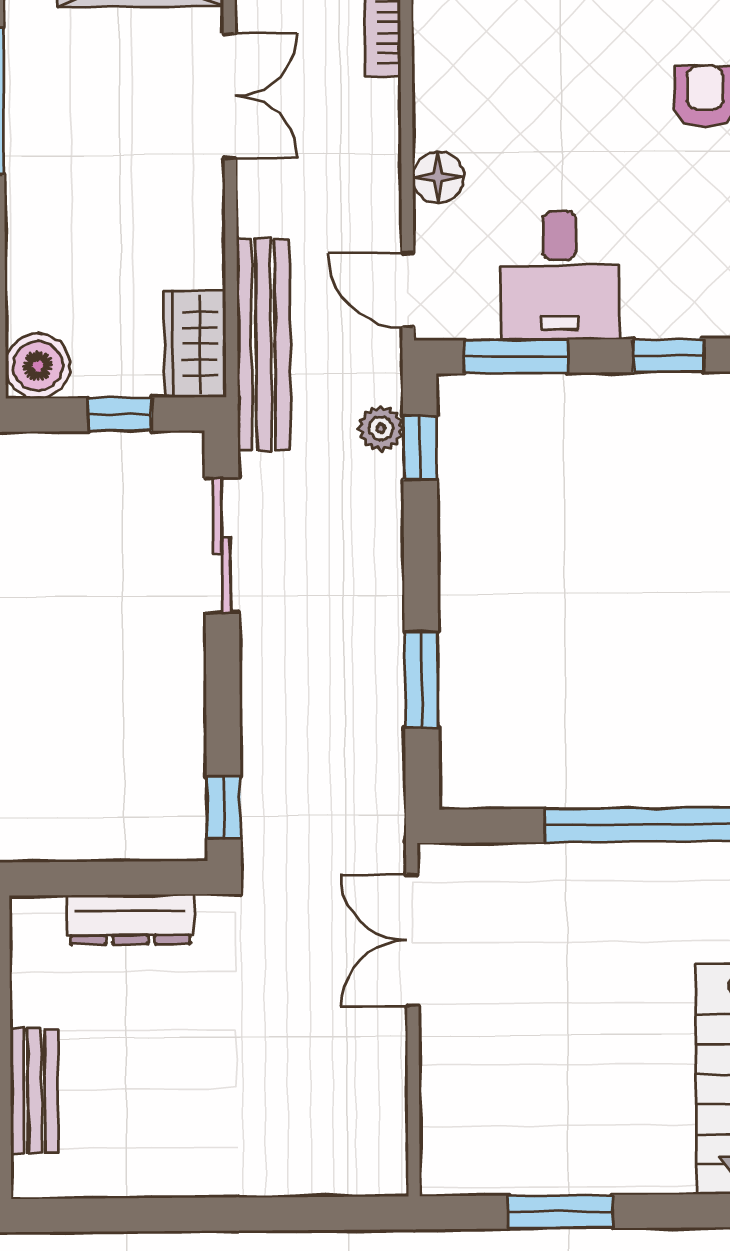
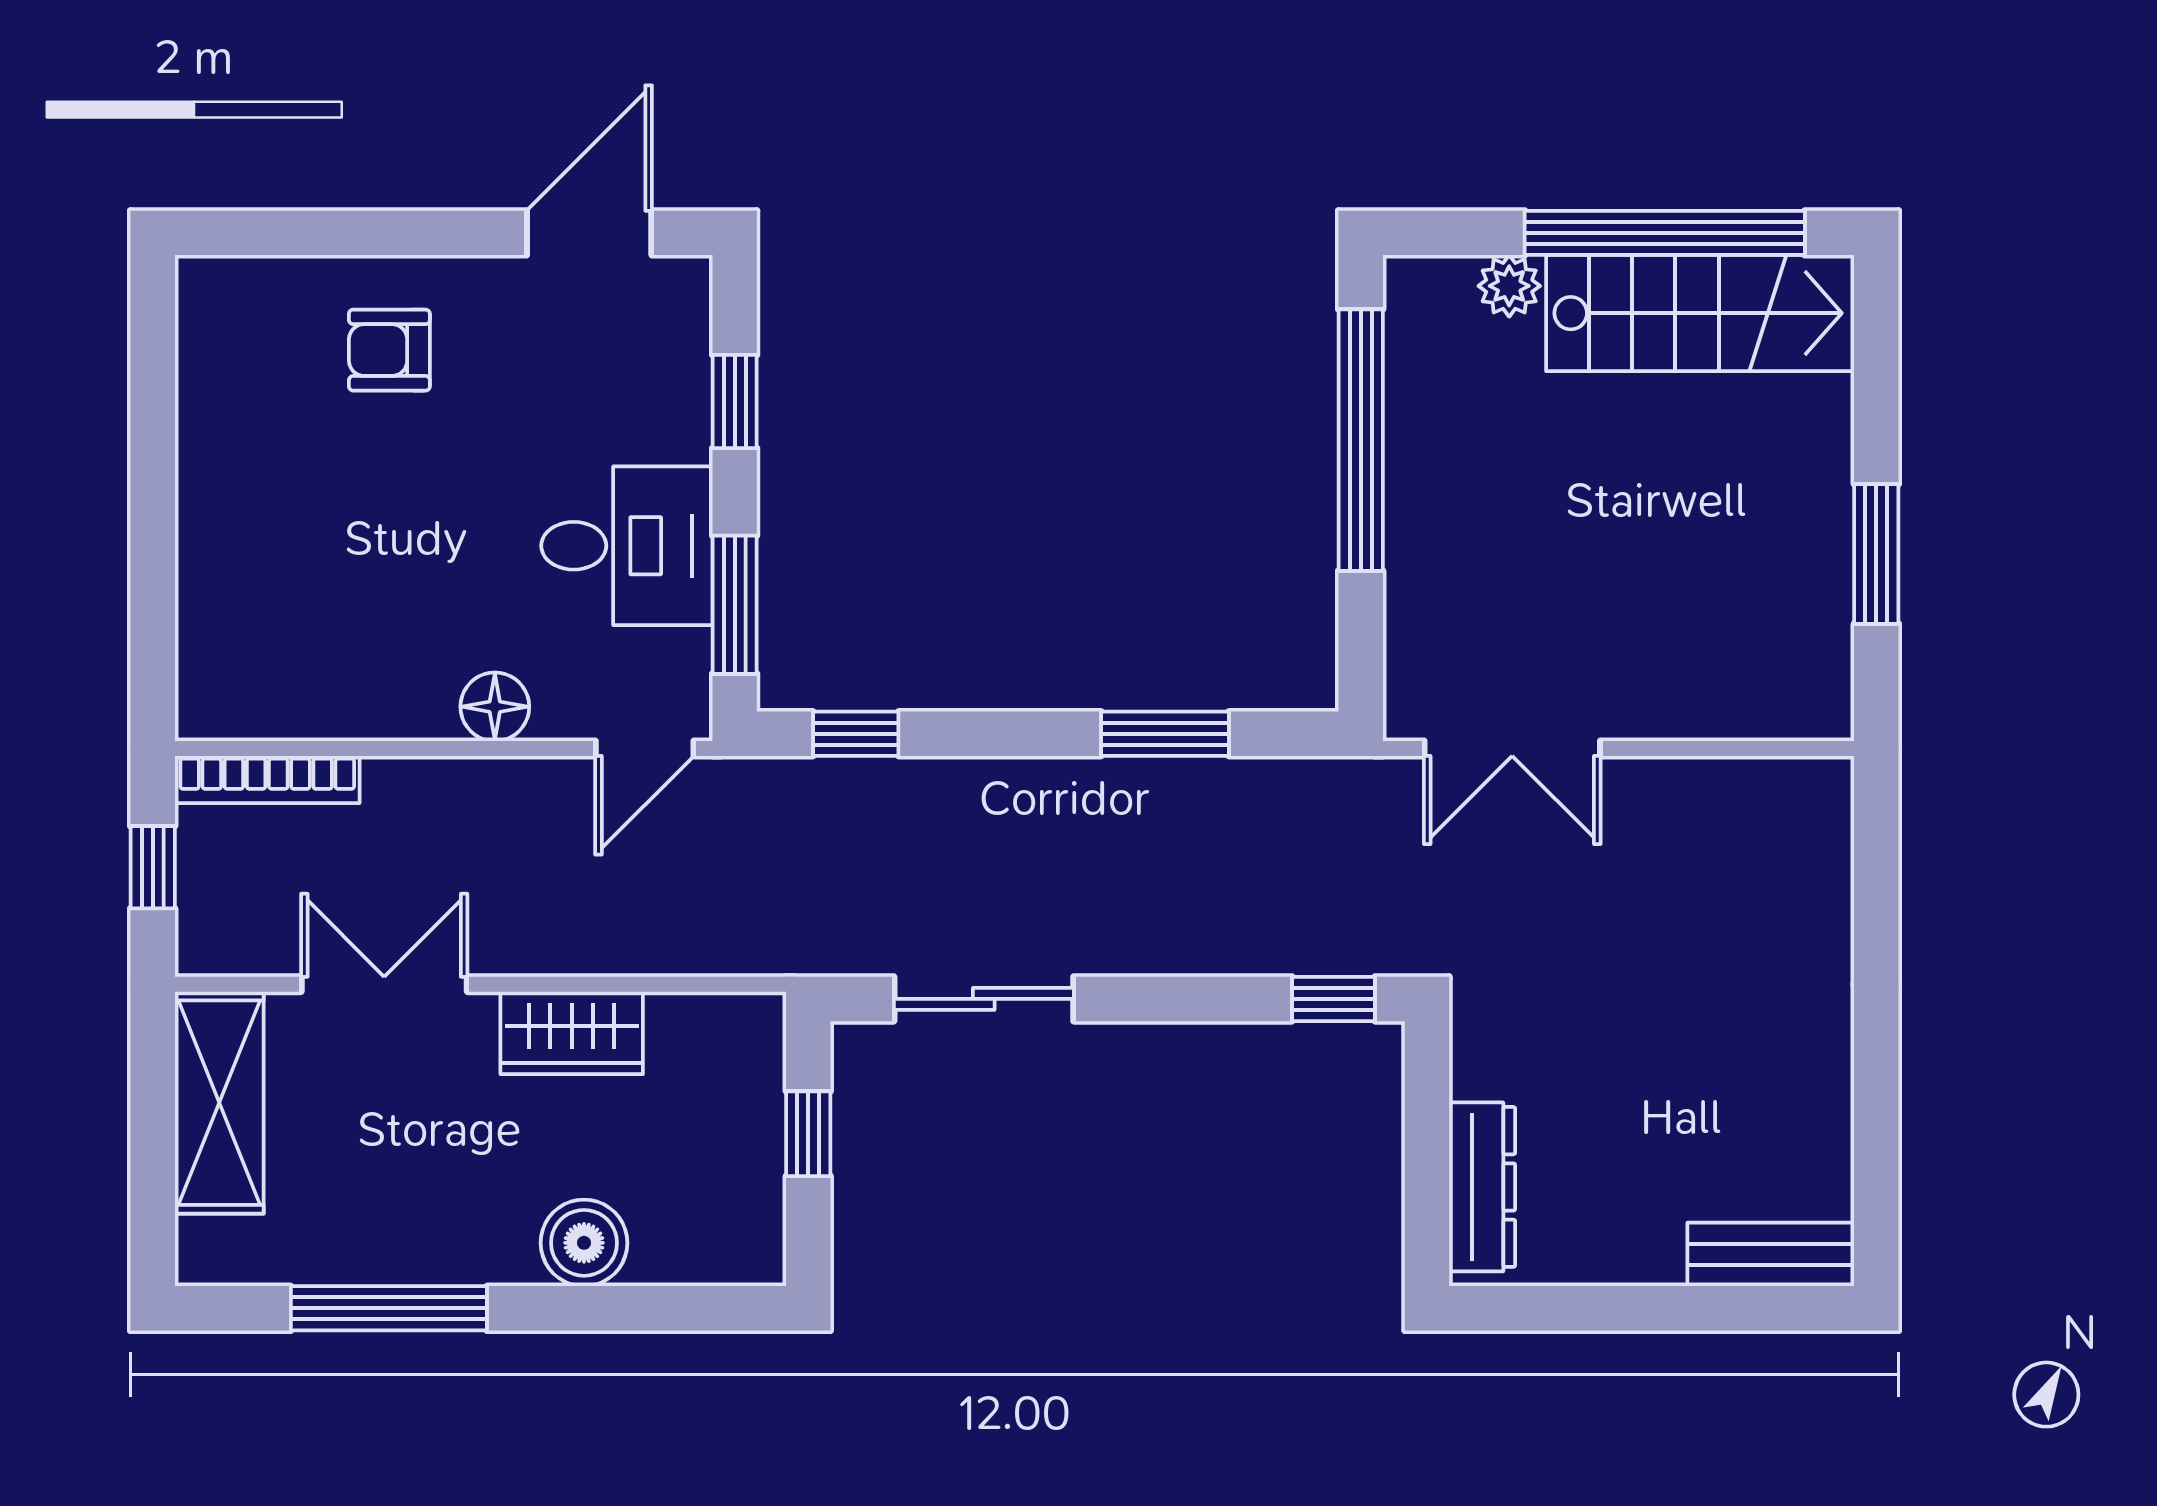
wardrobe: (195, 344) -> (572, 1033), moved
bench: (263, 345) -> (717, 942), removed
boiler: (38, 366) -> (584, 1243), moved
plant: (381, 428) -> (829, 786), removed
dresser: (130, 919) -> (1482, 1187), moved
bench: (34, 1091) -> (1771, 1254), moved

